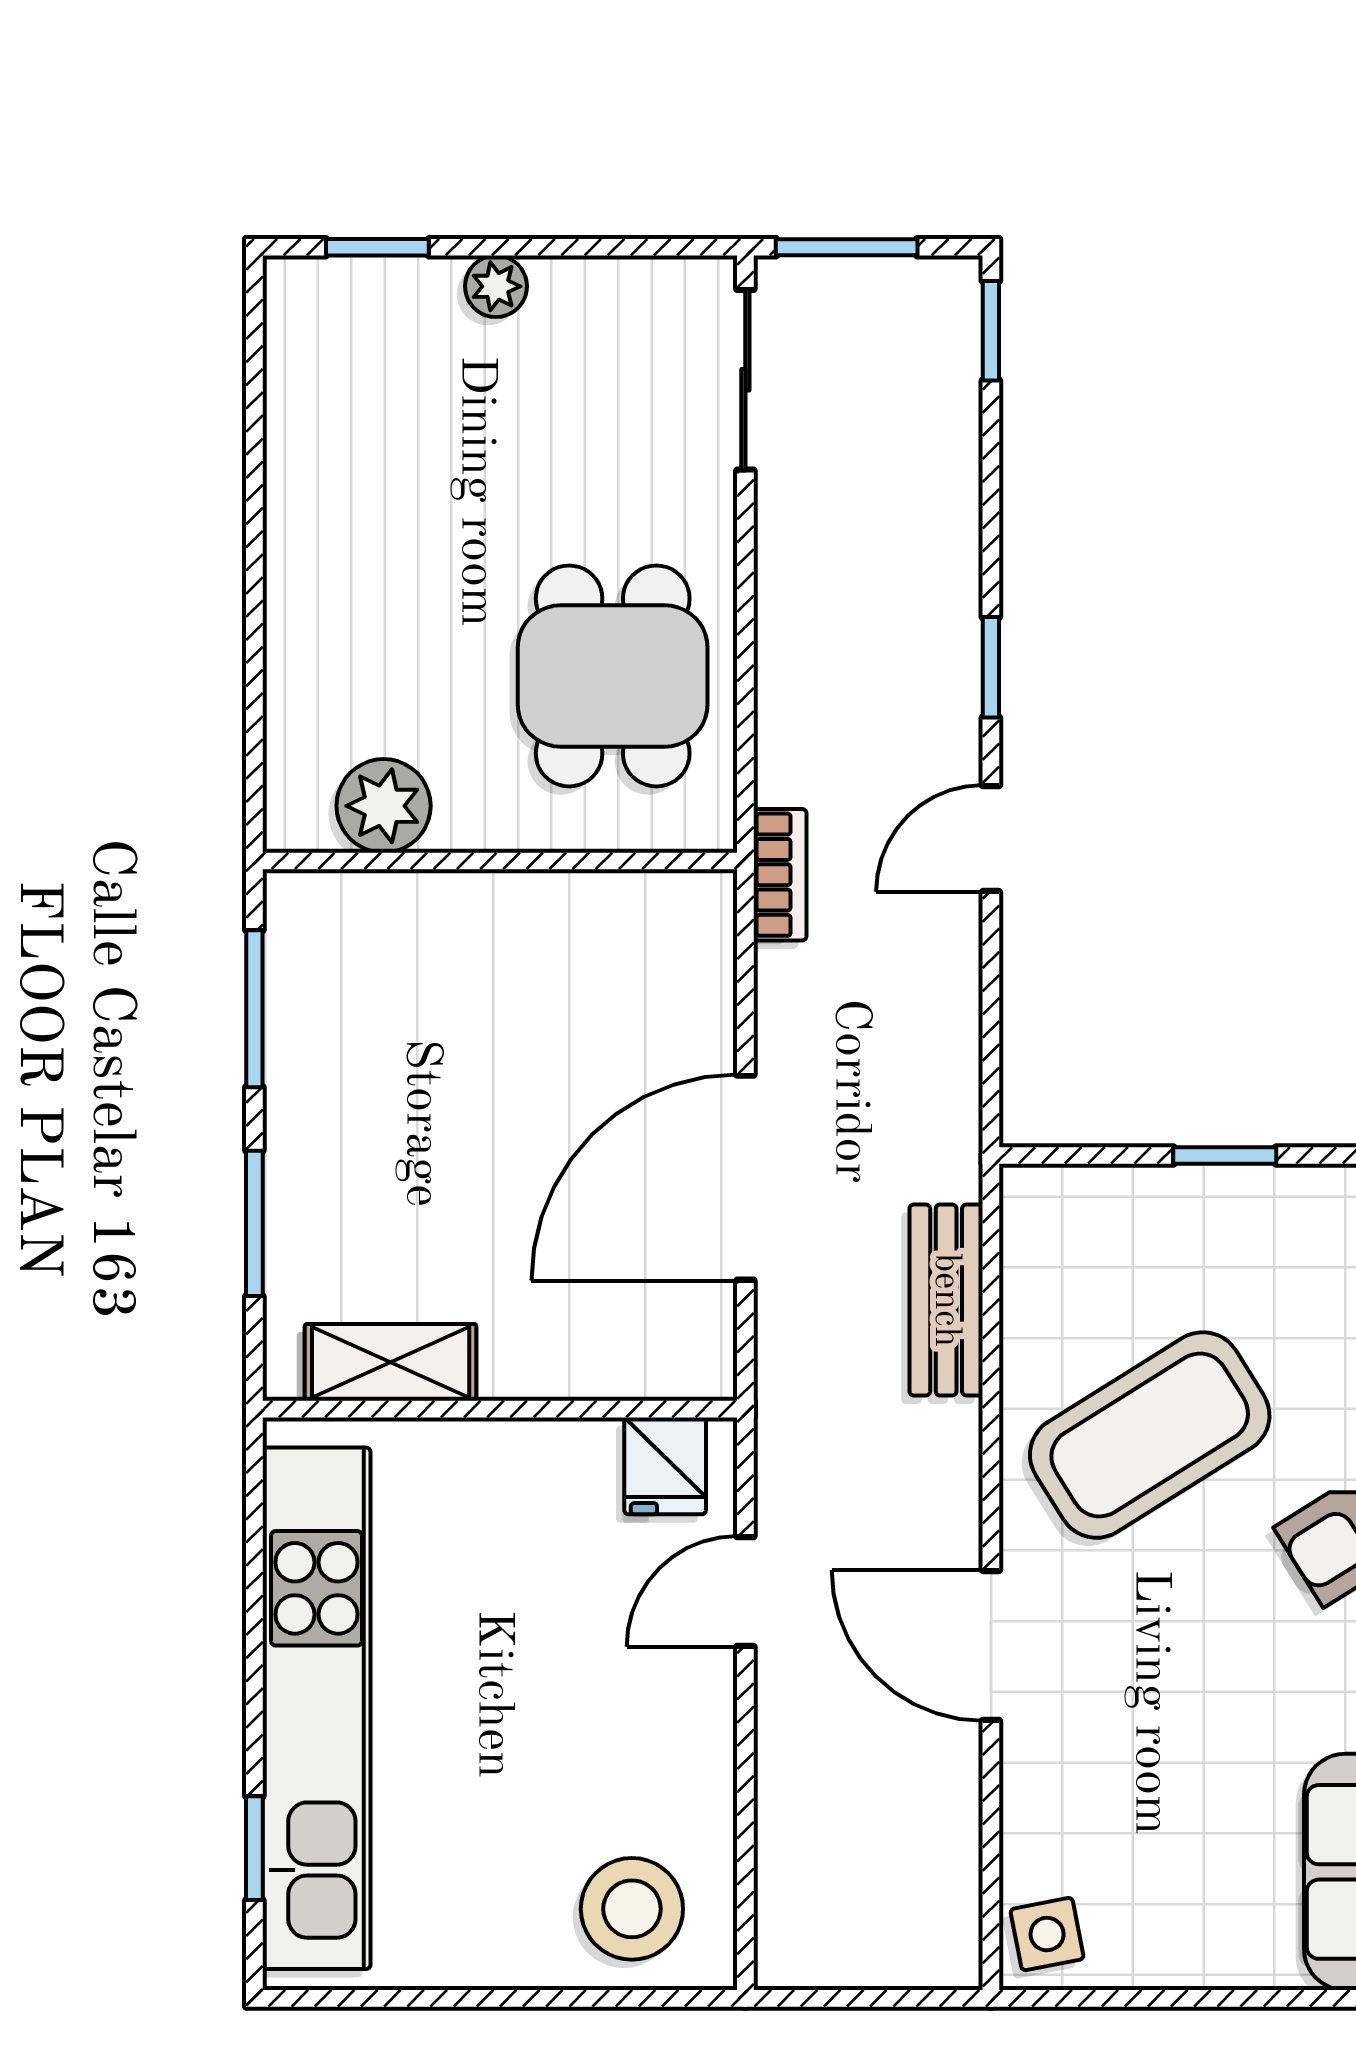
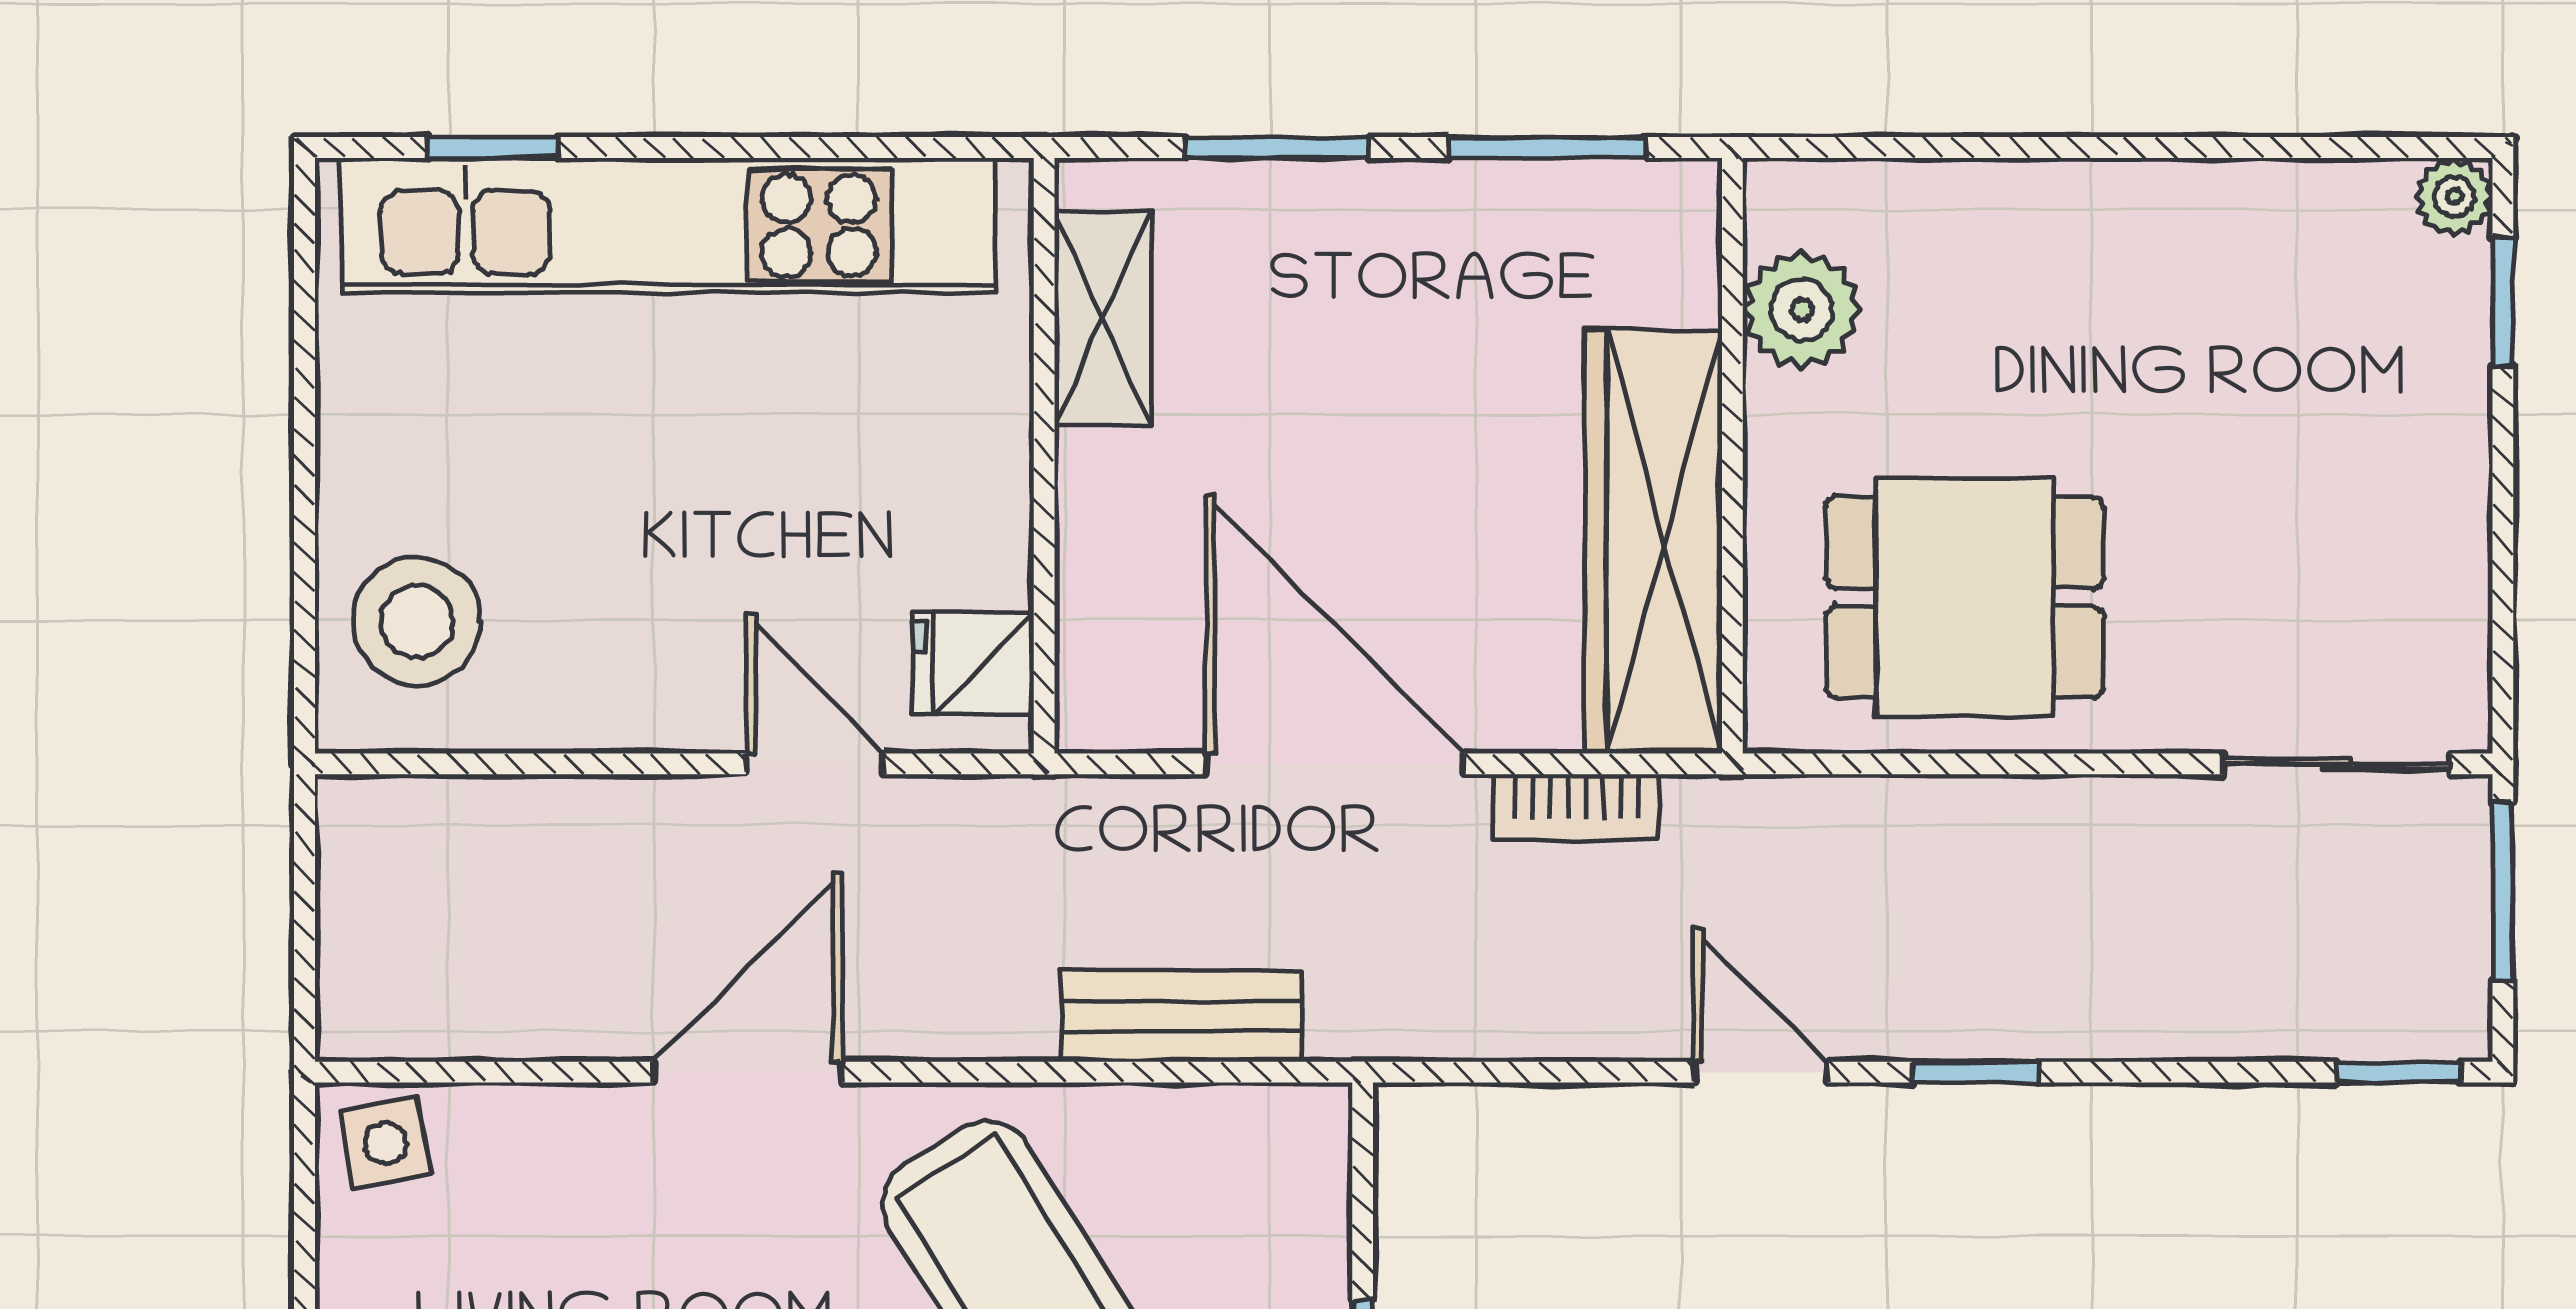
plant: (496, 286) -> (2454, 197), moved
bookcase: (780, 875) -> (1576, 807), moved
wardrobe: (568, 924) -> (1654, 542), added

